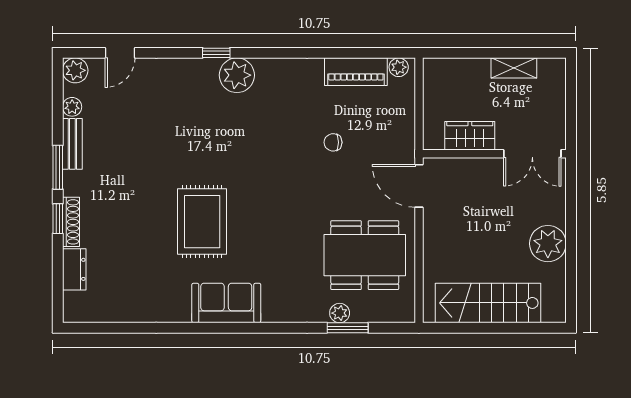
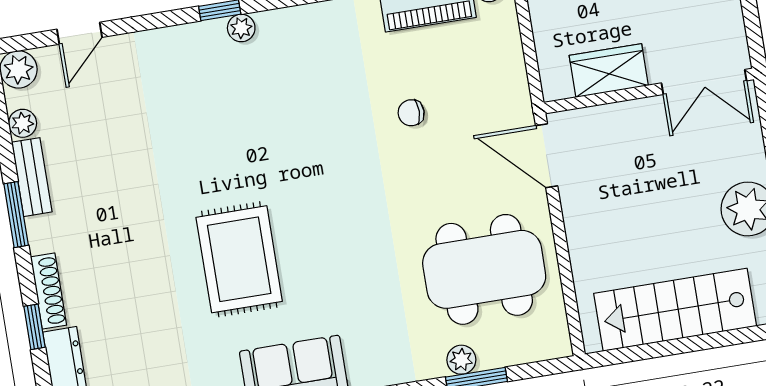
plant: (237, 75) -> (241, 28), width x0.53, depth x0.53
window: (58, 219) -> (34, 327), moved

